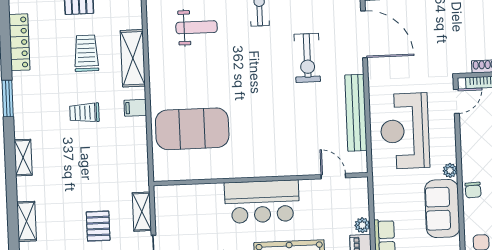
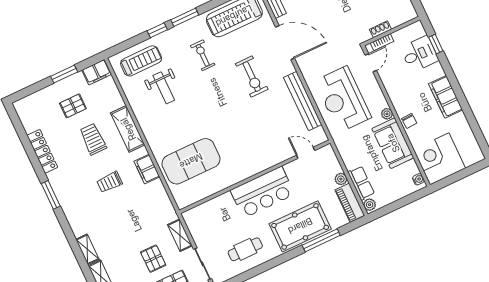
weight bench: (197, 27) -> (164, 88), turned 90
filing cabinet: (135, 108) -> (147, 169), width x2.00
shelving: (23, 158) -> (87, 249), moved

